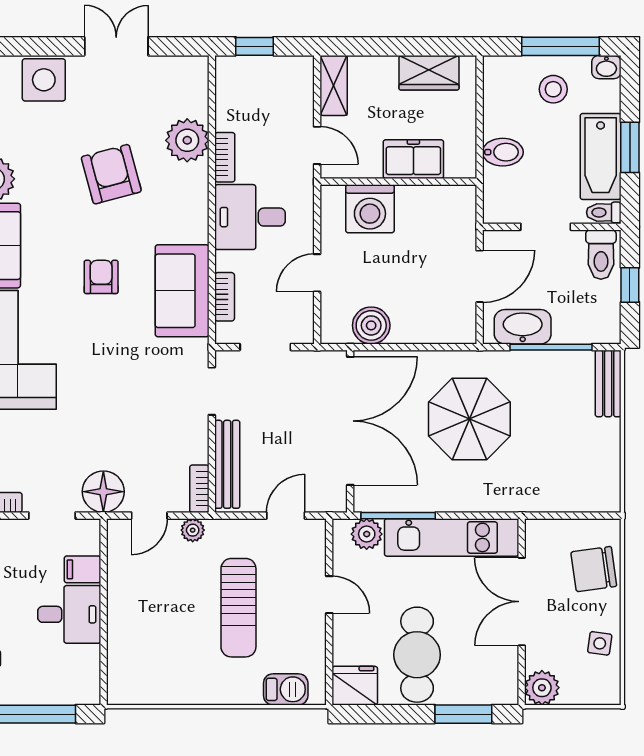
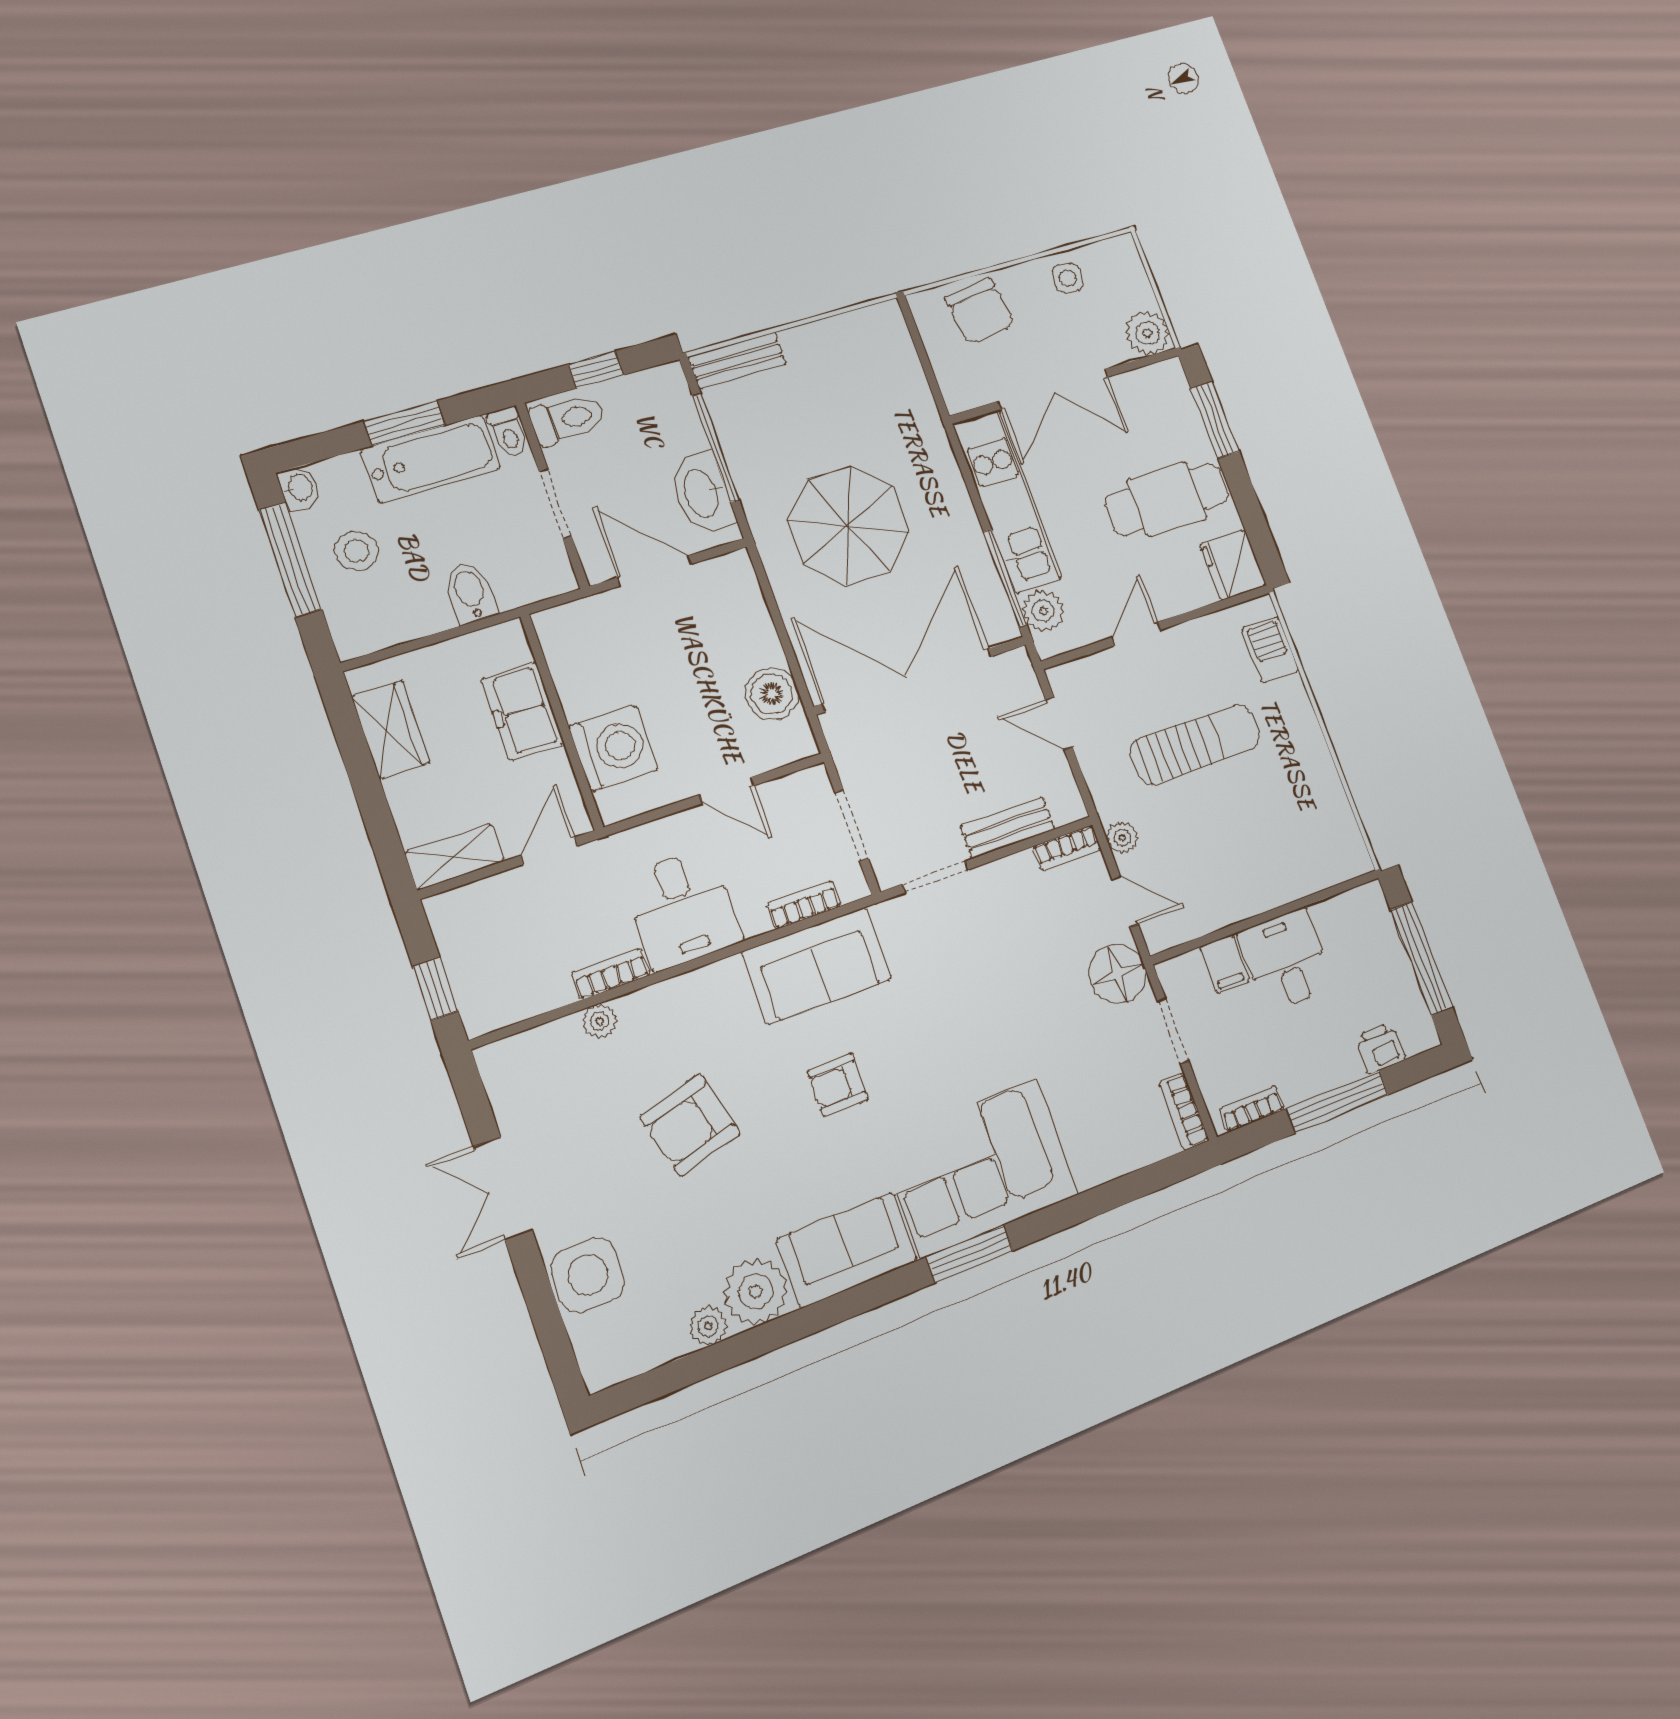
plant: (187, 140) -> (600, 1021), width x0.53, depth x0.53
bench: (227, 464) -> (1008, 828), width x0.73

